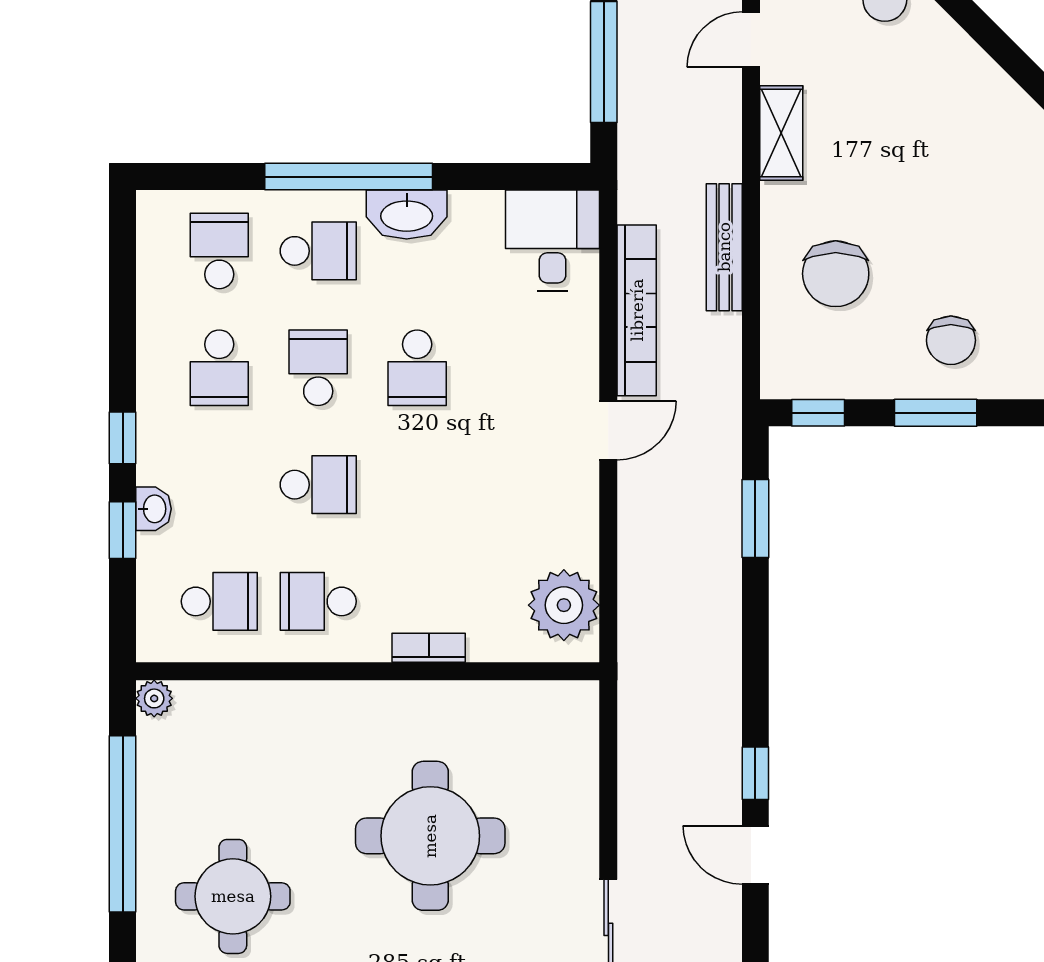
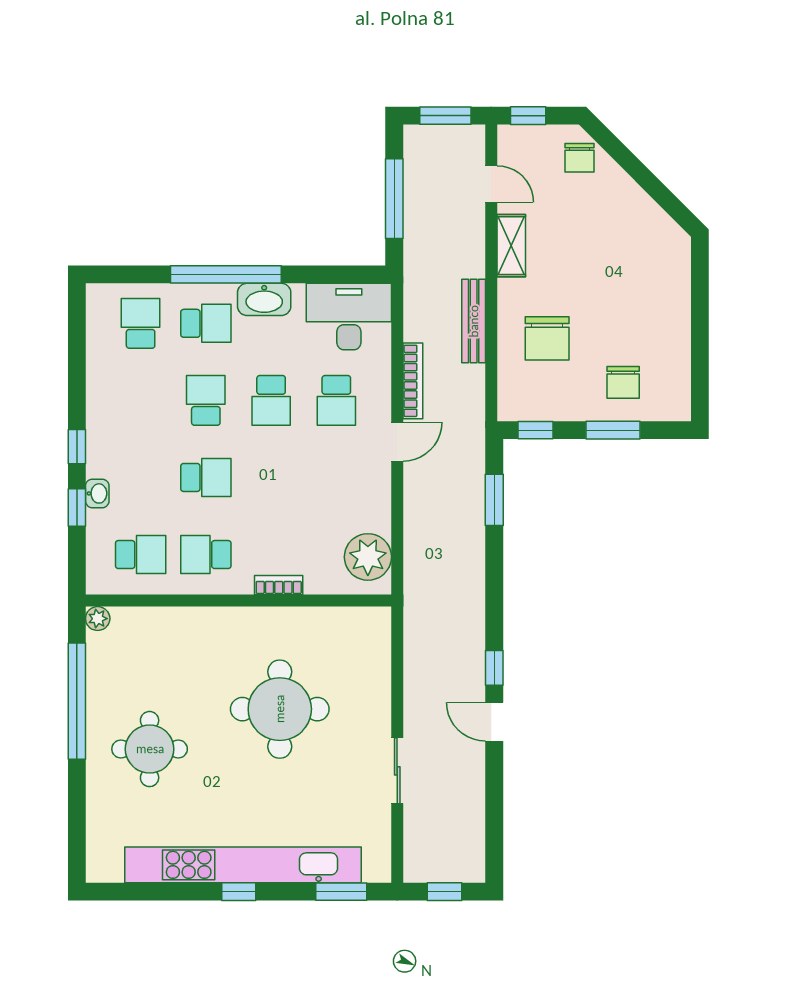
door: (751, 40) -> (491, 184), swing flipped
desk: (552, 241) -> (349, 317), width x1.37
bookcase: (637, 310) -> (413, 381), width x0.68, depth x0.76
school desk: (219, 368) -> (336, 400), moved

